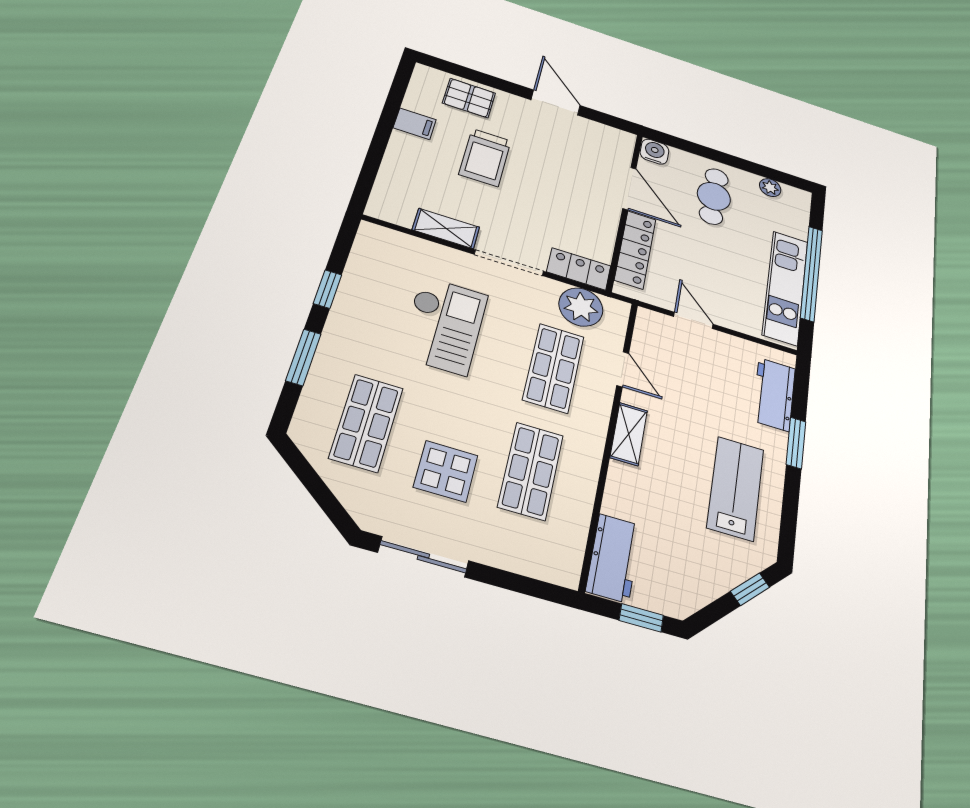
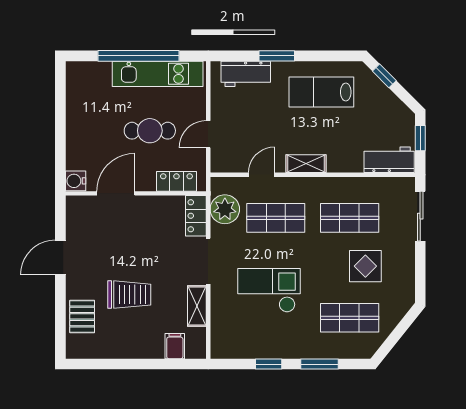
filing cabinet: (415, 124) -> (175, 346), moved
plant: (770, 188) -> (74, 93), removed
cafe table: (714, 196) -> (150, 131), moved
locker: (635, 250) -> (176, 181), width x0.66
sliding door: (423, 557) -> (420, 216), moved

